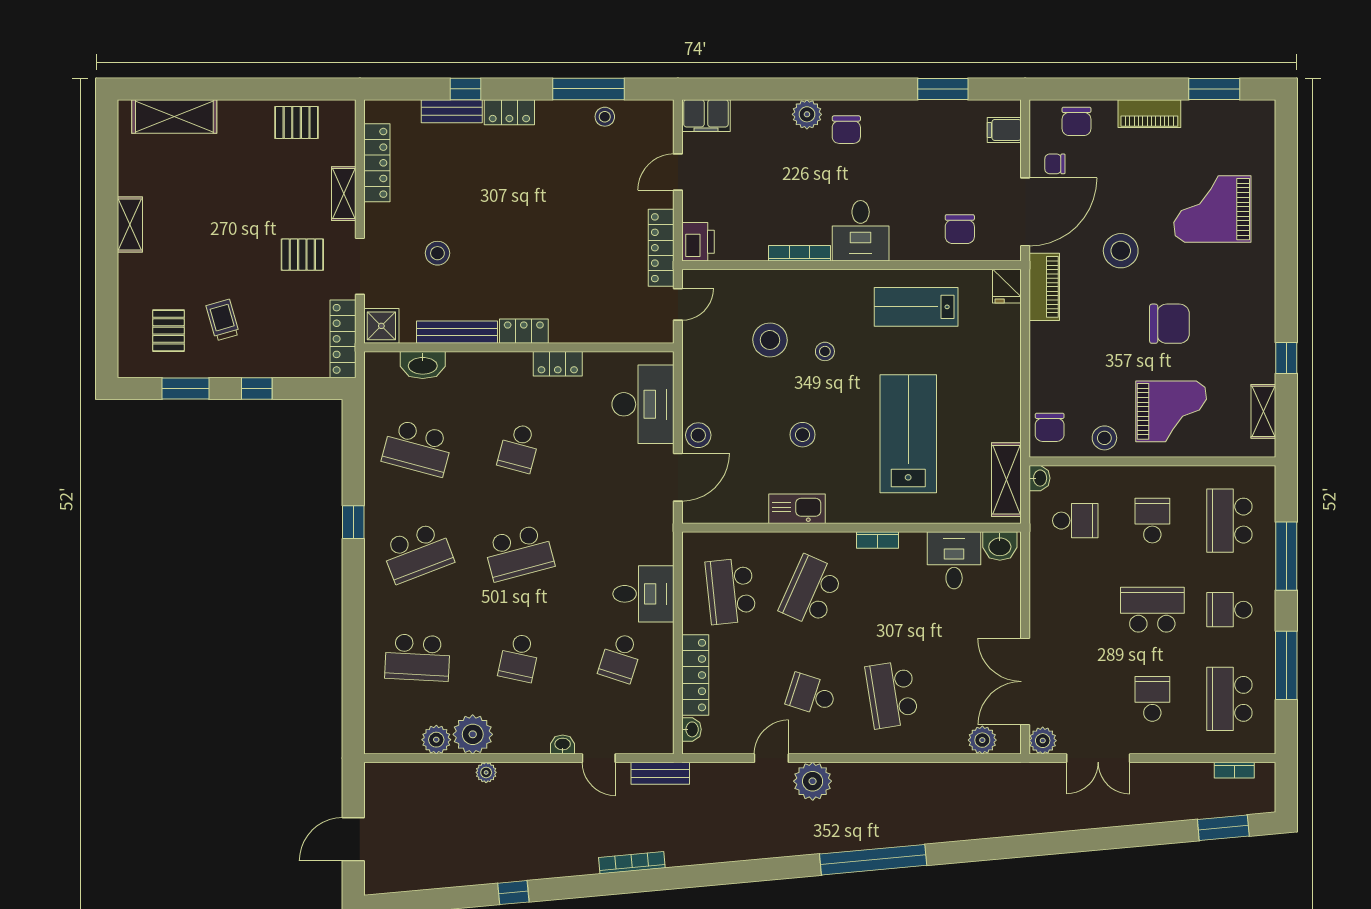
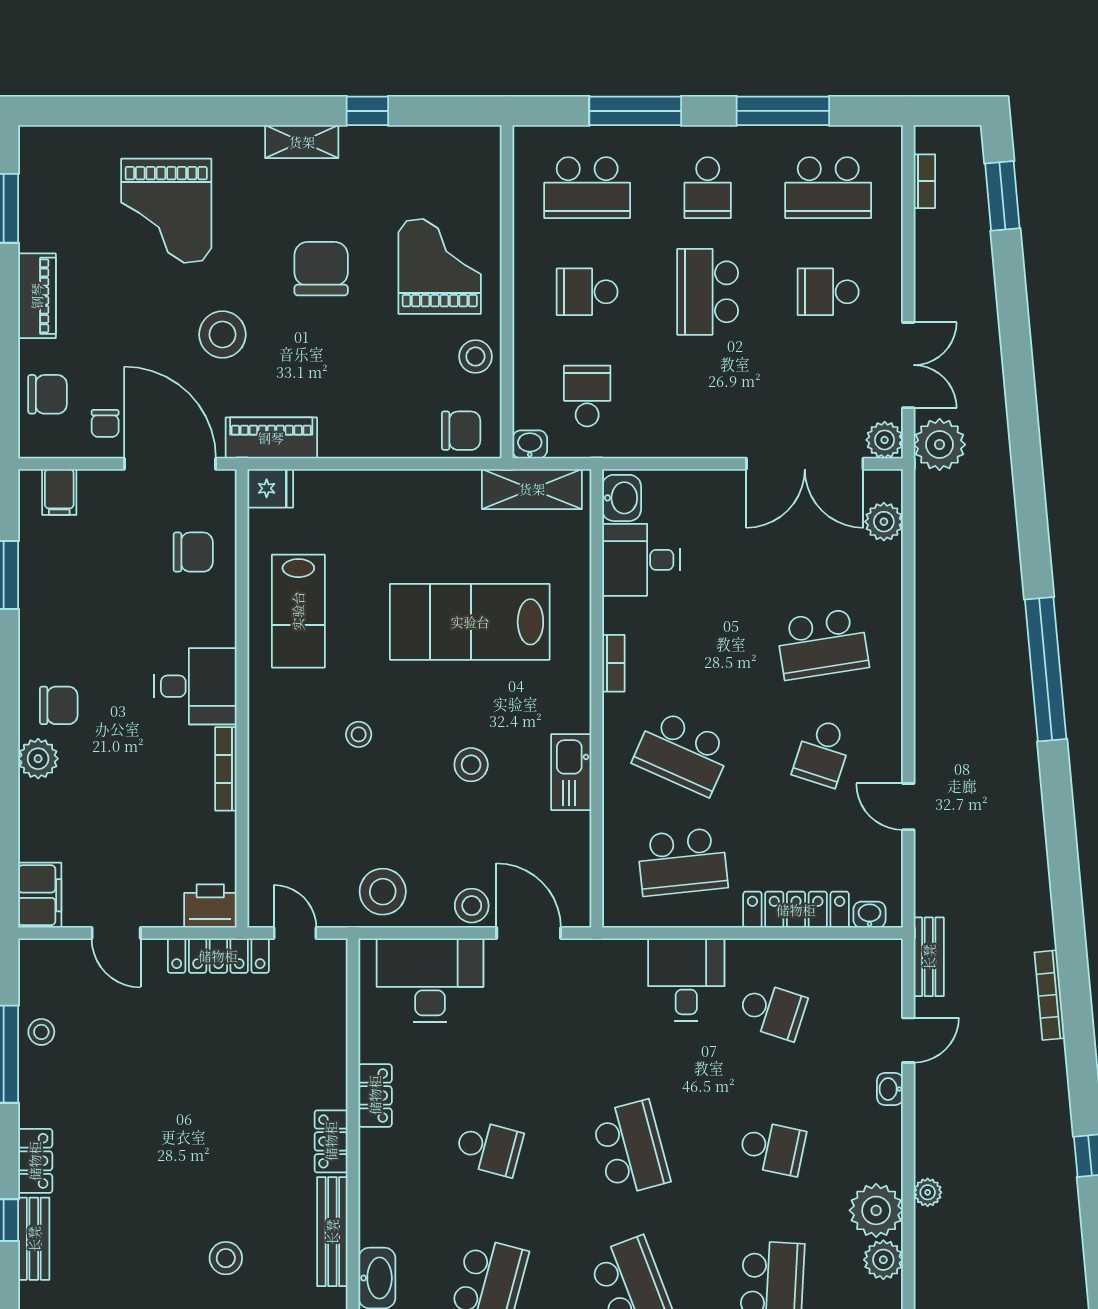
stool: (770, 340) -> (383, 892), moved
shelving: (1263, 411) -> (302, 142), moved
plant: (813, 781) -> (940, 445), moved

